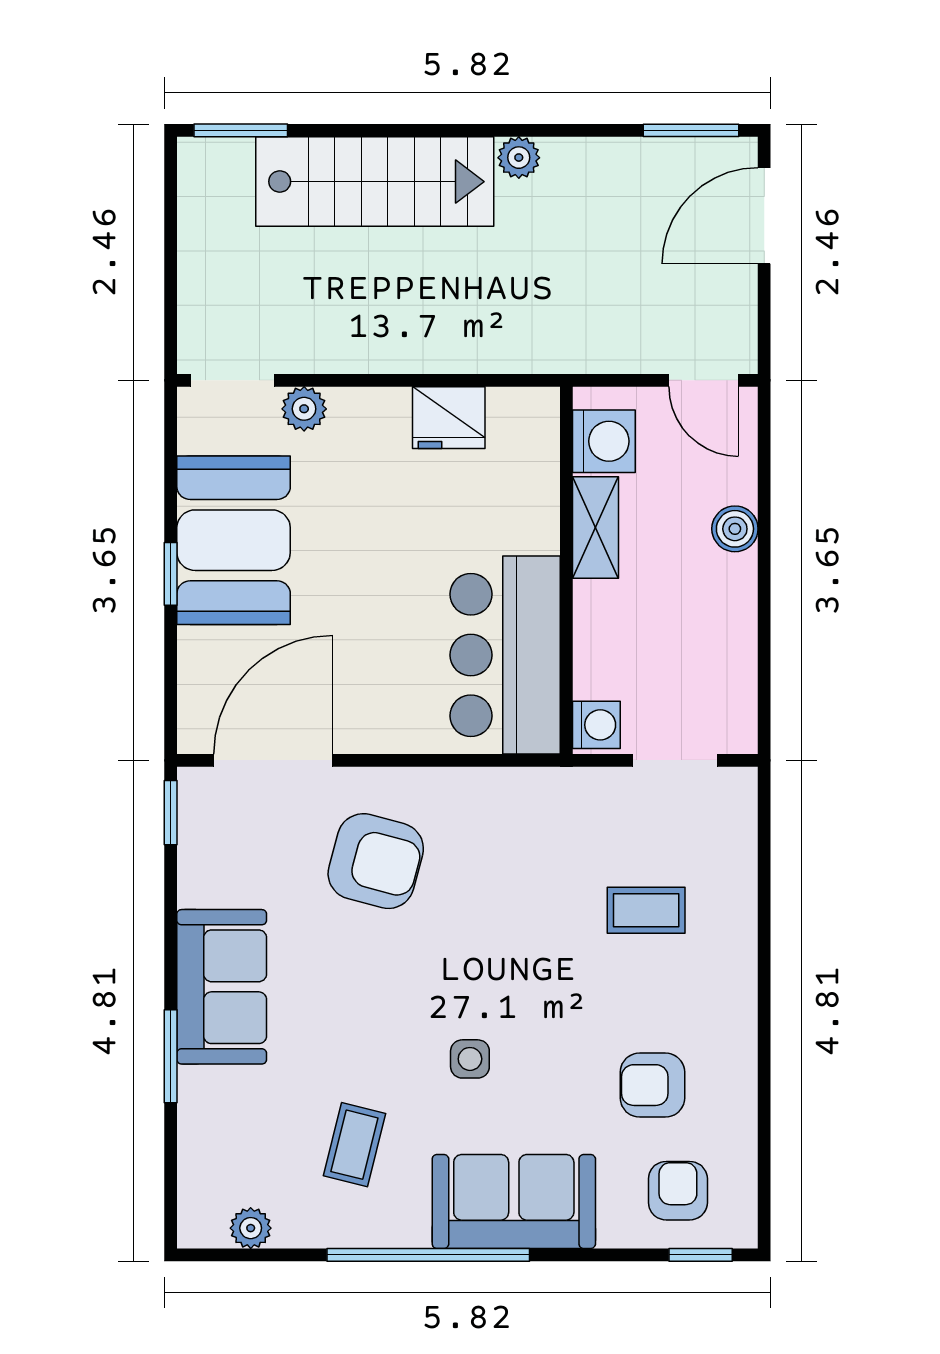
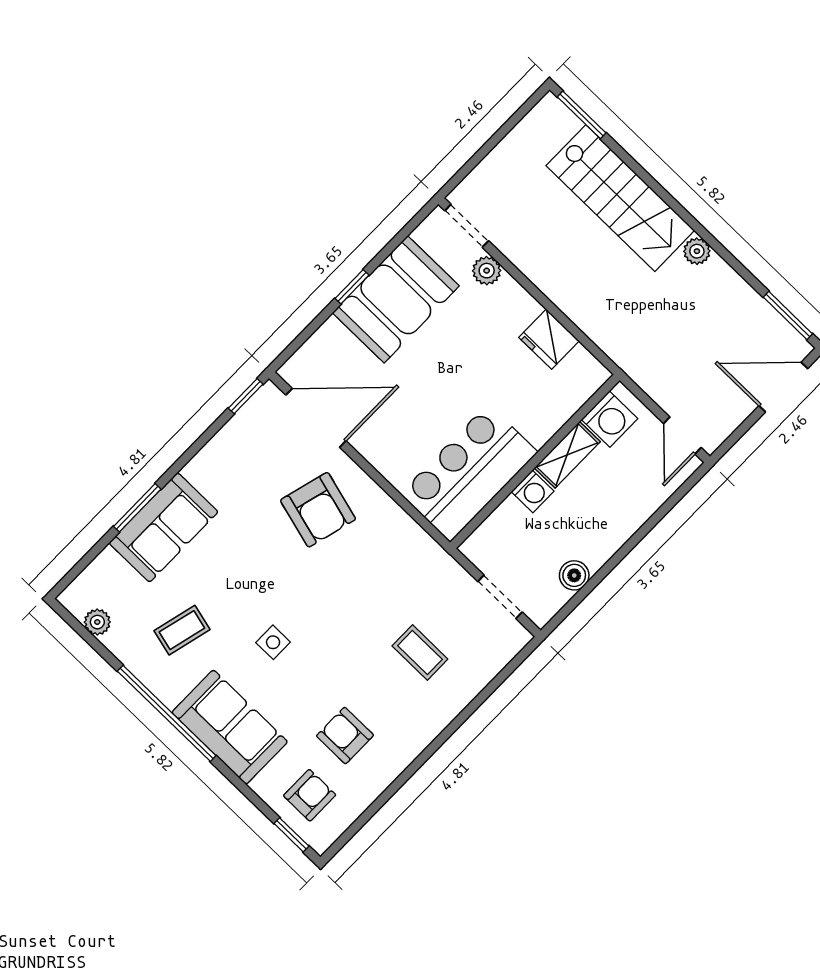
boiler: (735, 529) -> (574, 575), moved
washing machine: (596, 725) -> (533, 491), moved
sofa: (222, 987) -> (164, 527), moved

